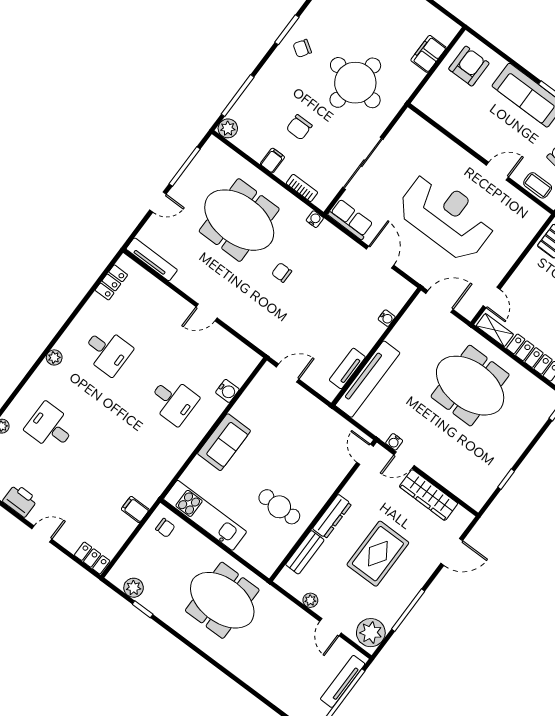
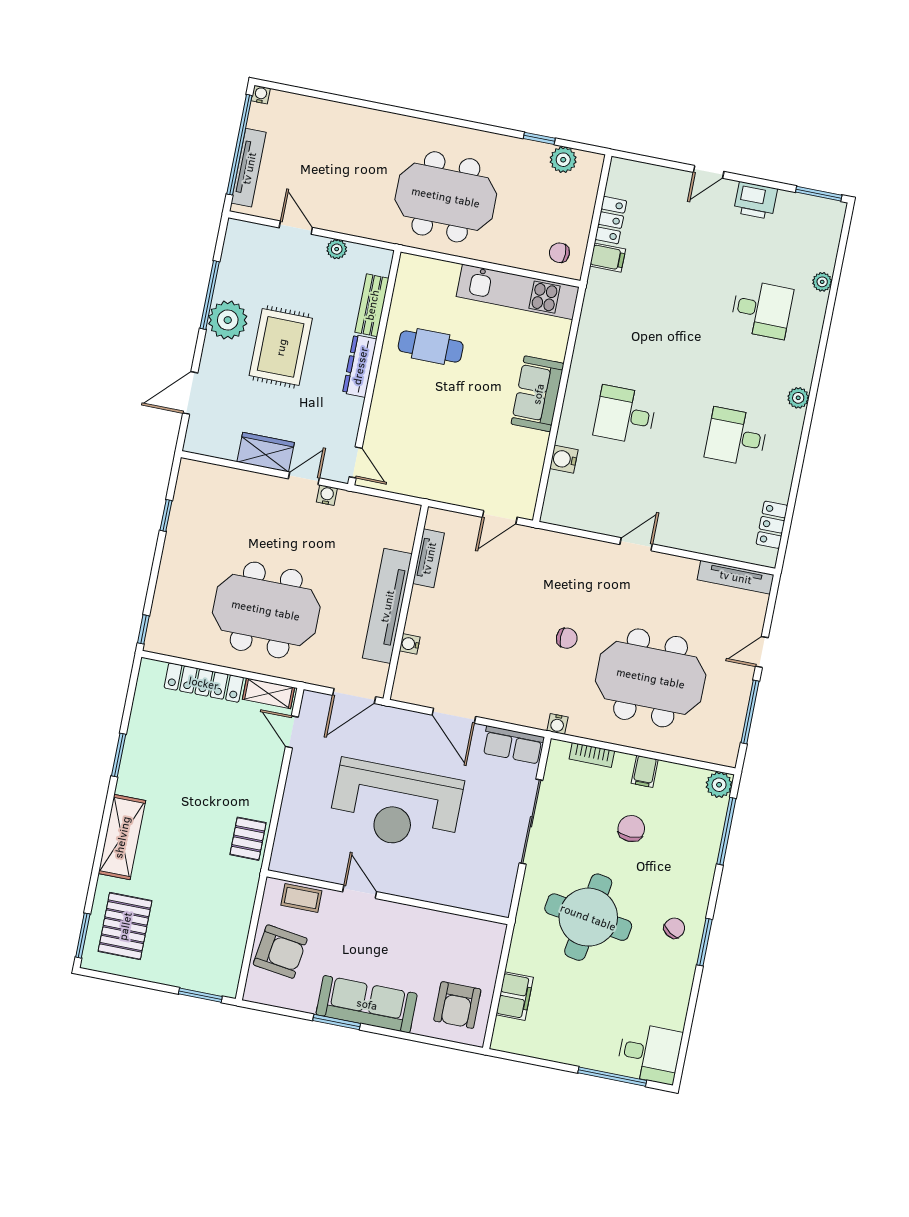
door: (497, 171) -> (360, 892), swing flipped
tv unit: (368, 379) -> (387, 606), moved
wardrobe: (429, 495) -> (266, 452), width x0.67
locker: (92, 558) -> (611, 220), moved, turned -90
plant: (371, 633) -> (228, 320), moved

